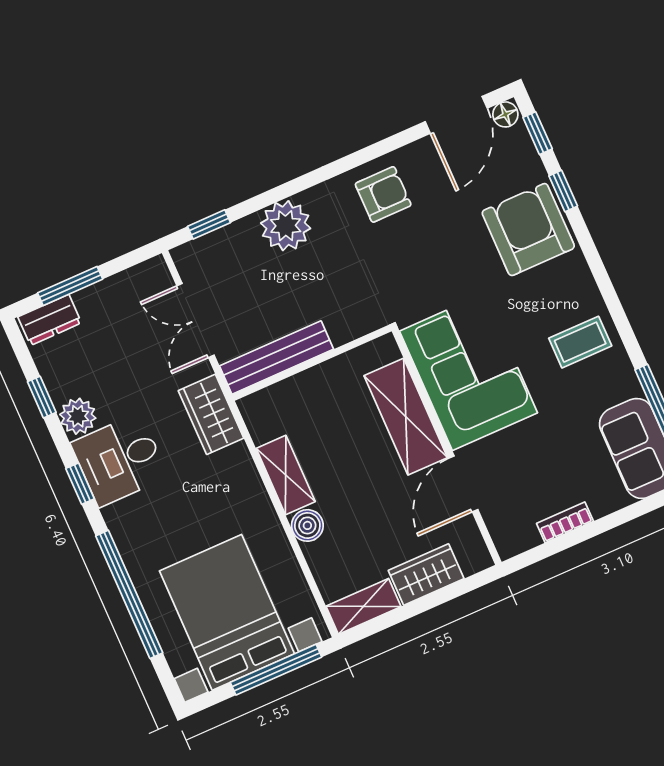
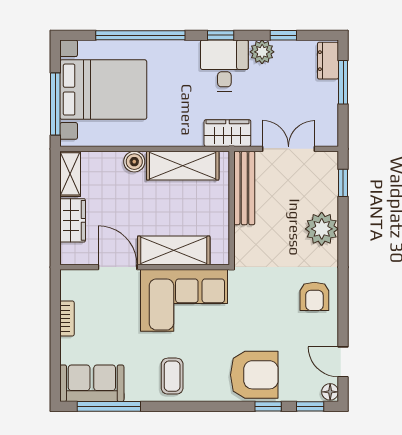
door: (456, 115) -> (343, 362), width x0.73
shelving: (286, 475) -> (183, 166), width x1.50, depth x1.33

